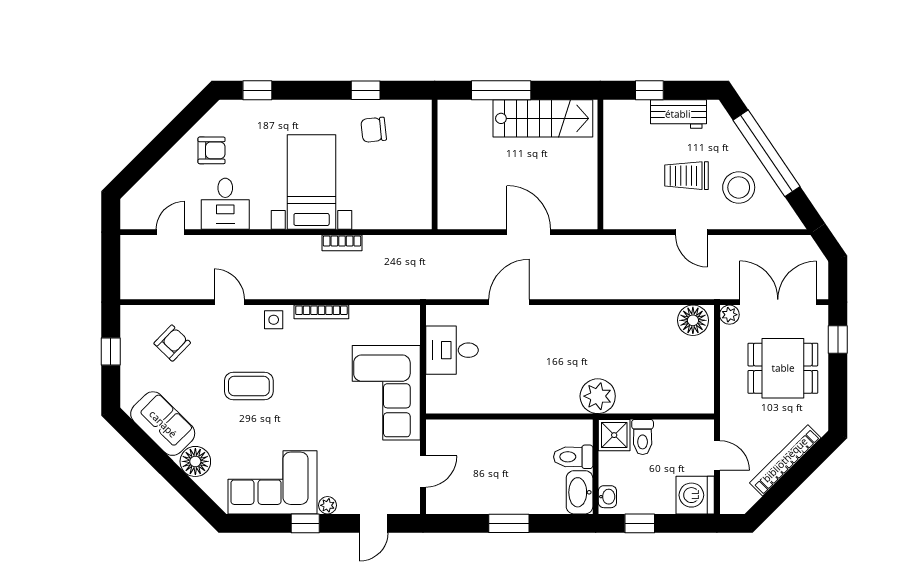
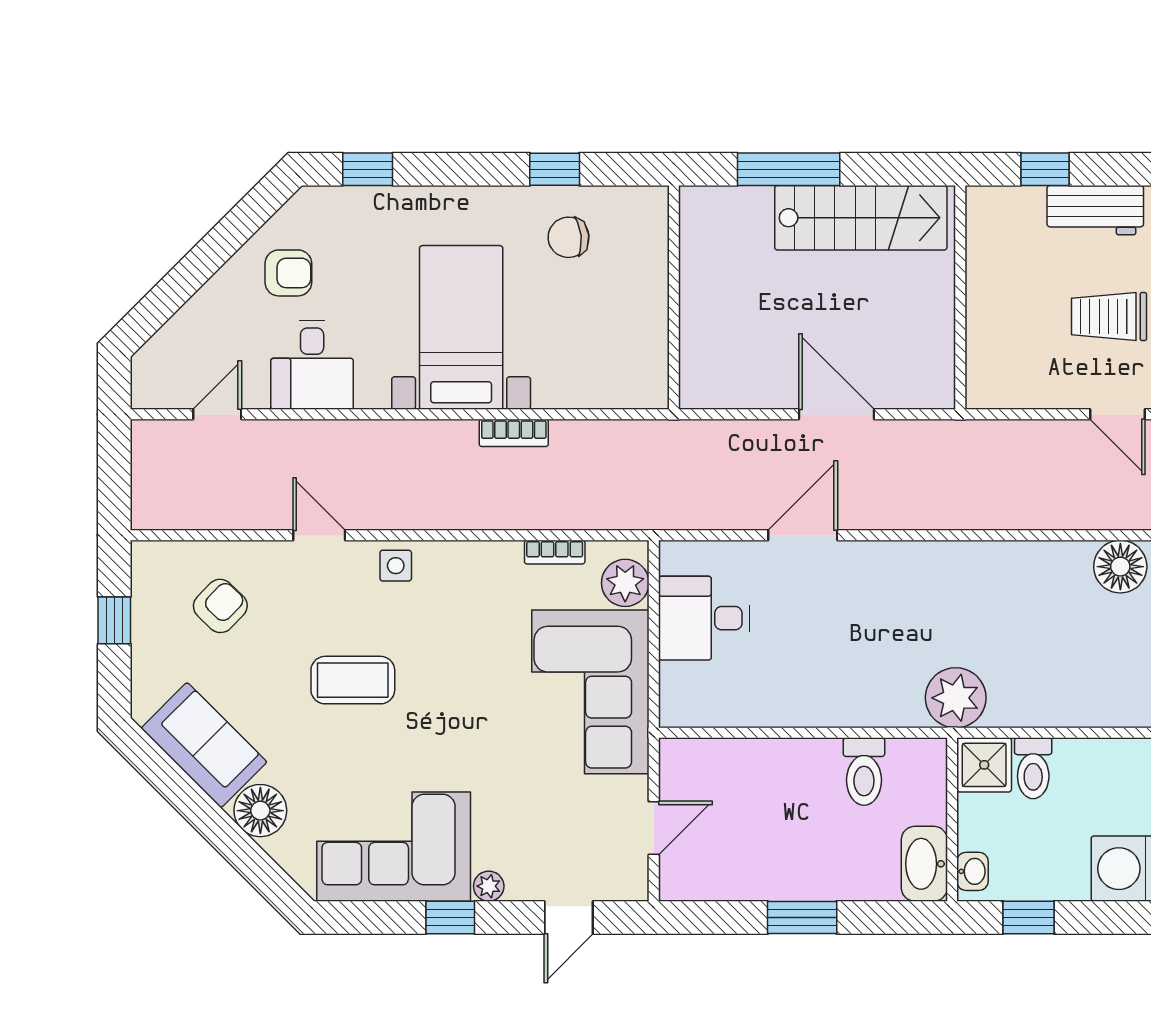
bookcase: (321, 312) -> (555, 552), moved, width x0.64
plant: (406, 330) -> (625, 583), added
toilet: (573, 457) -> (864, 772), moved, turned -90

